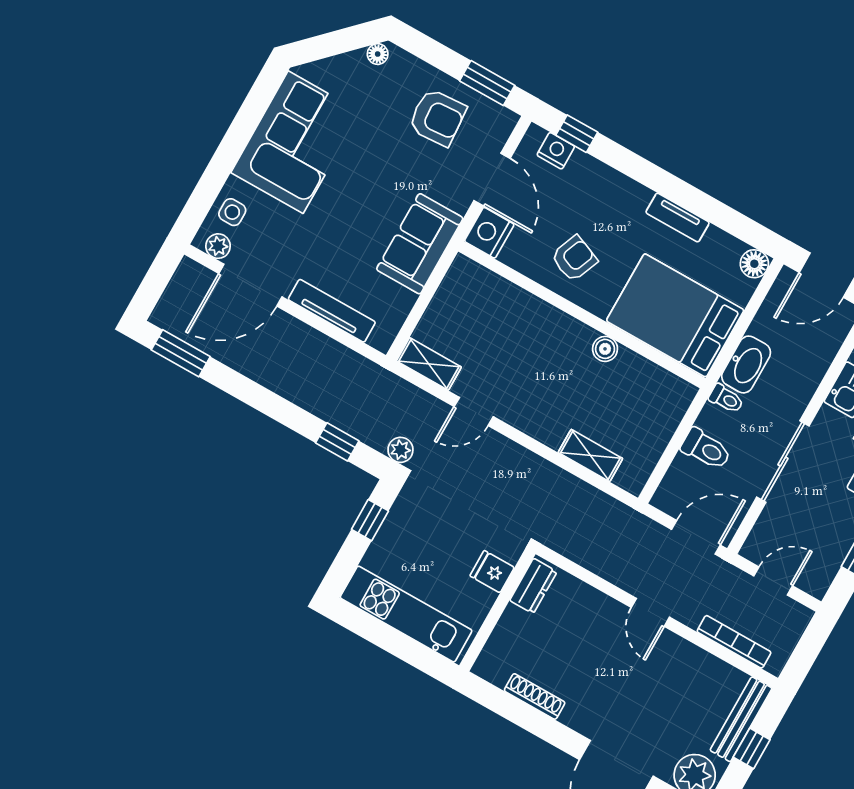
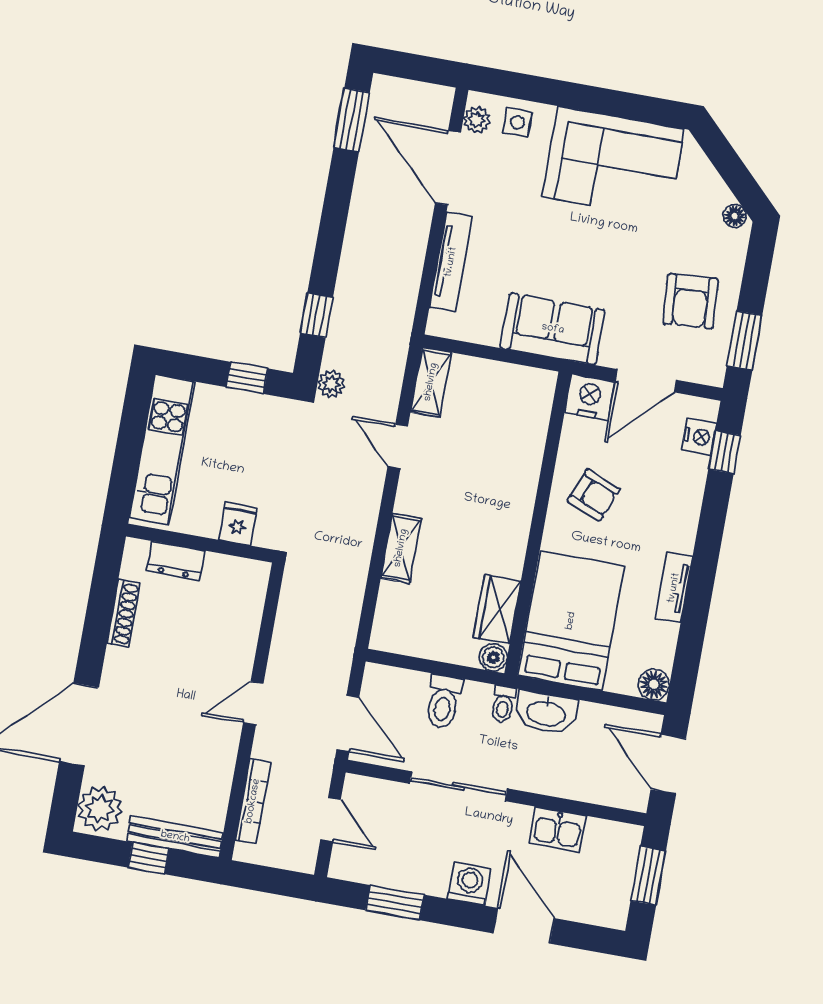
boiler: (605, 349) -> (493, 657), moved
wardrobe: (643, 375) -> (497, 609), added
shelving: (590, 455) -> (401, 548), moved
dresser: (533, 586) -> (175, 561), moved

